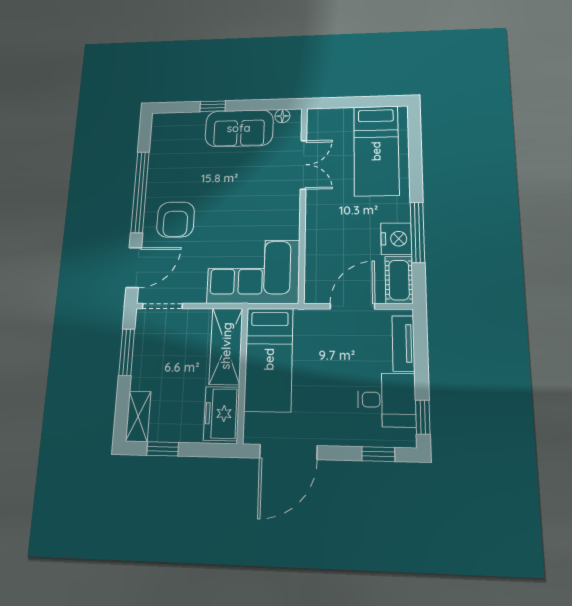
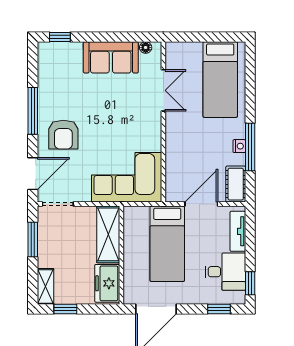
window: (213, 106) -> (60, 37), moved
window: (140, 192) -> (33, 111), width x0.68
nightstand: (396, 239) -> (239, 146), width x0.53, depth x0.56
bed: (269, 359) -> (167, 244), moved

